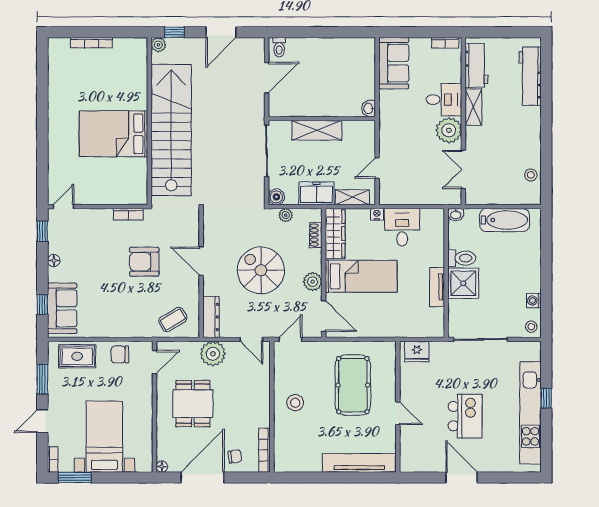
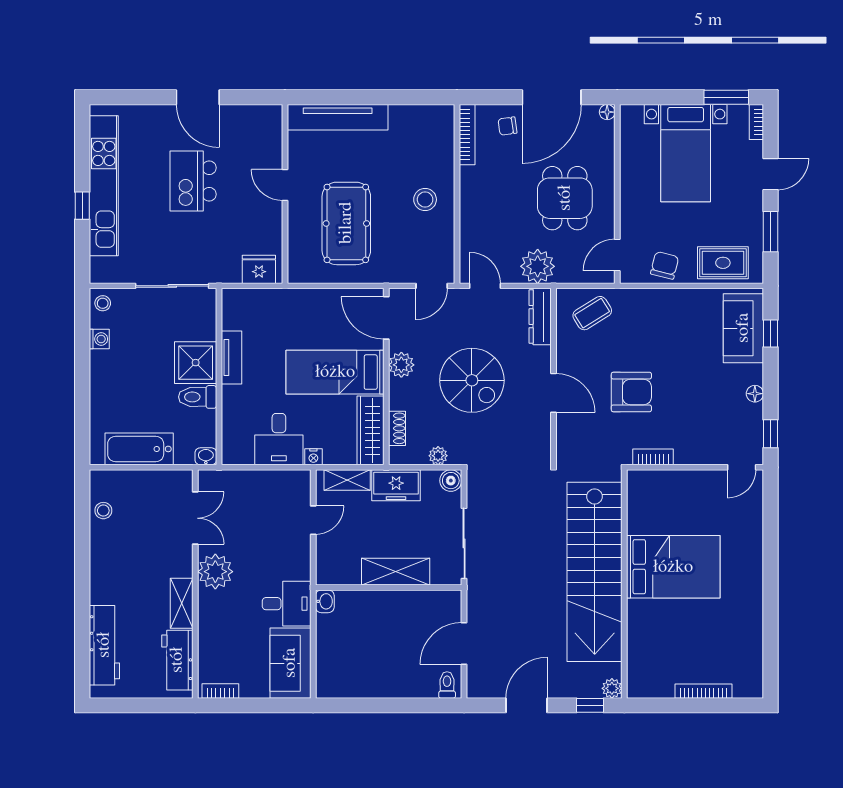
desk: (444, 100) -> (287, 604), moved, turned 180
chair: (120, 354) -> (665, 265), turned -76

